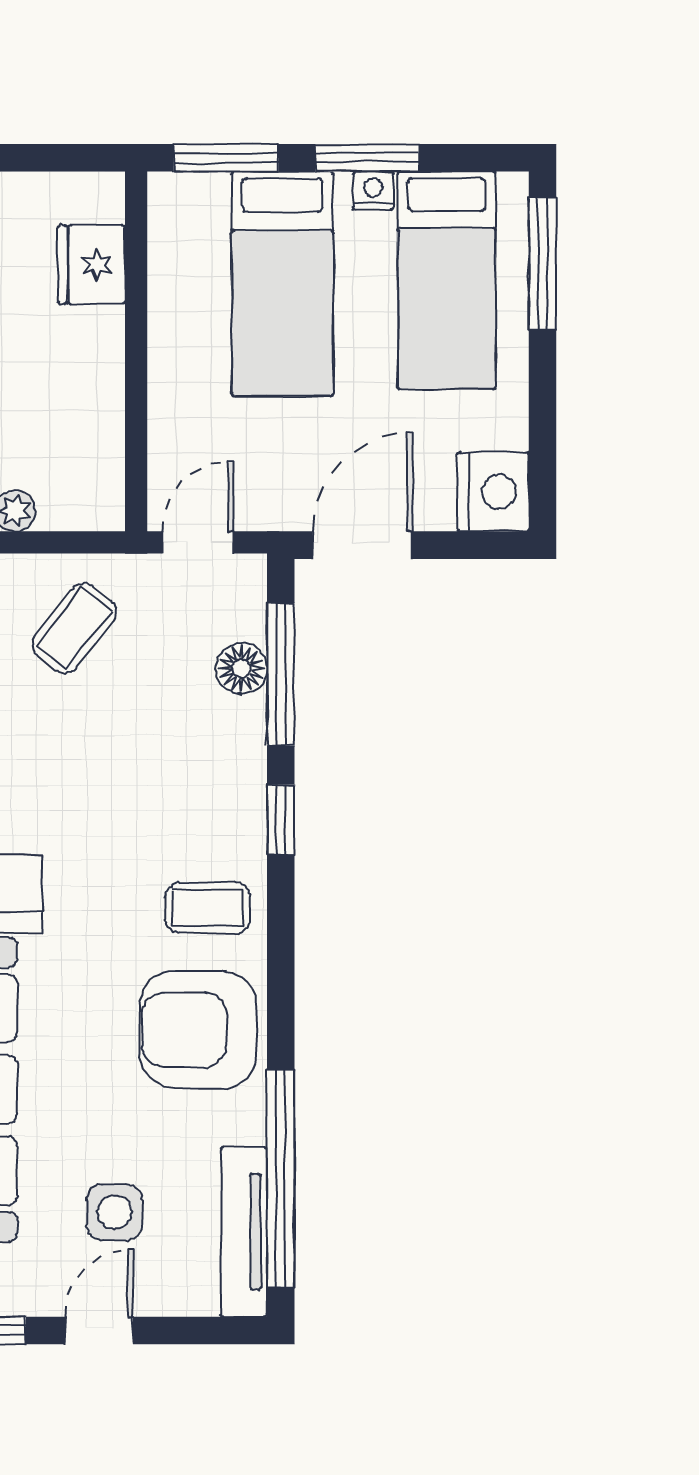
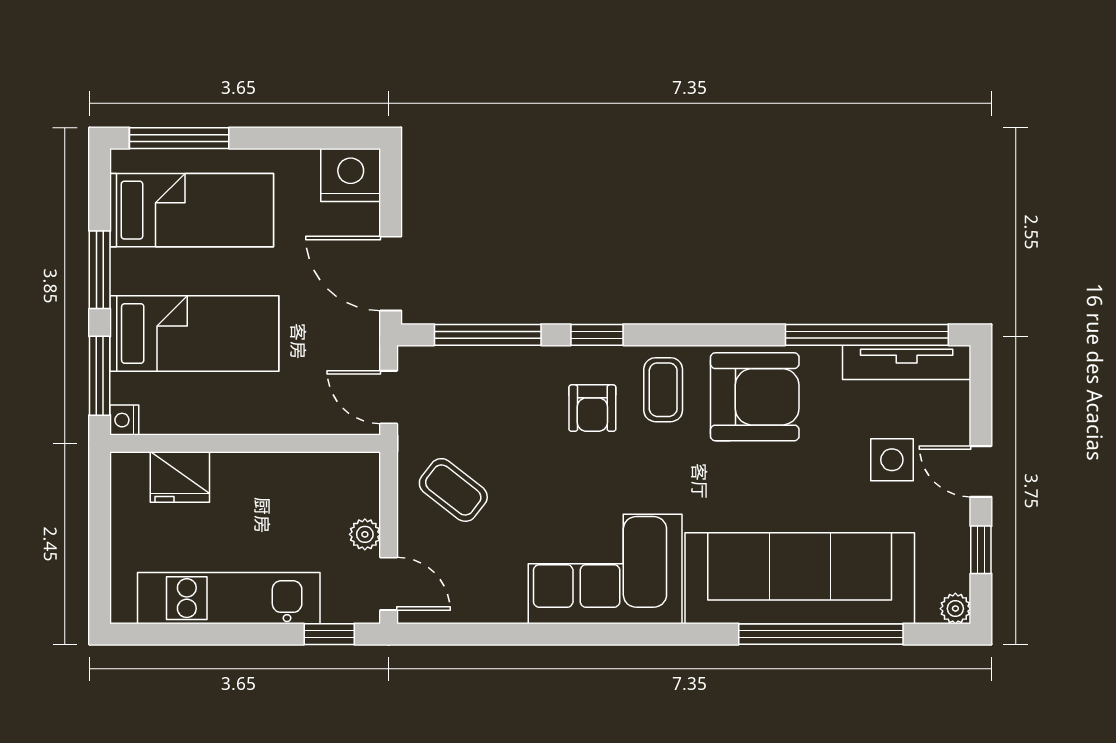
nightstand: (373, 191) -> (124, 420), moved
floor lamp: (241, 668) -> (483, 364), removed
armchair: (183, 814) -> (592, 408), added
armchair: (198, 1030) -> (755, 397), turned -90

